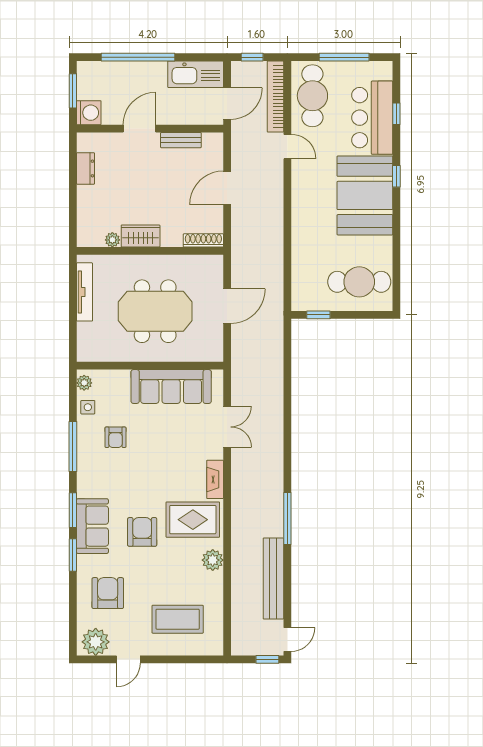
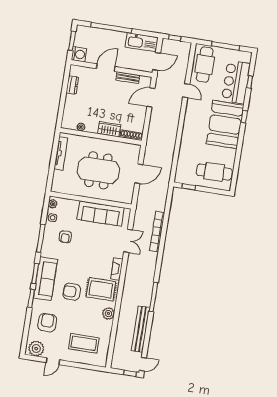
bookcase: (275, 97) -> (157, 231), moved
door: (227, 188) -> (151, 97), moved
wardrobe: (141, 236) -> (109, 129), moved
sofa: (92, 526) -> (46, 279), width x1.36
armchair: (142, 532) -> (72, 292), turned -90

